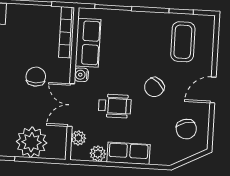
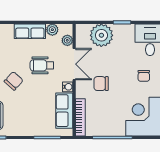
chair: (36, 77) -> (101, 84), turned 90

